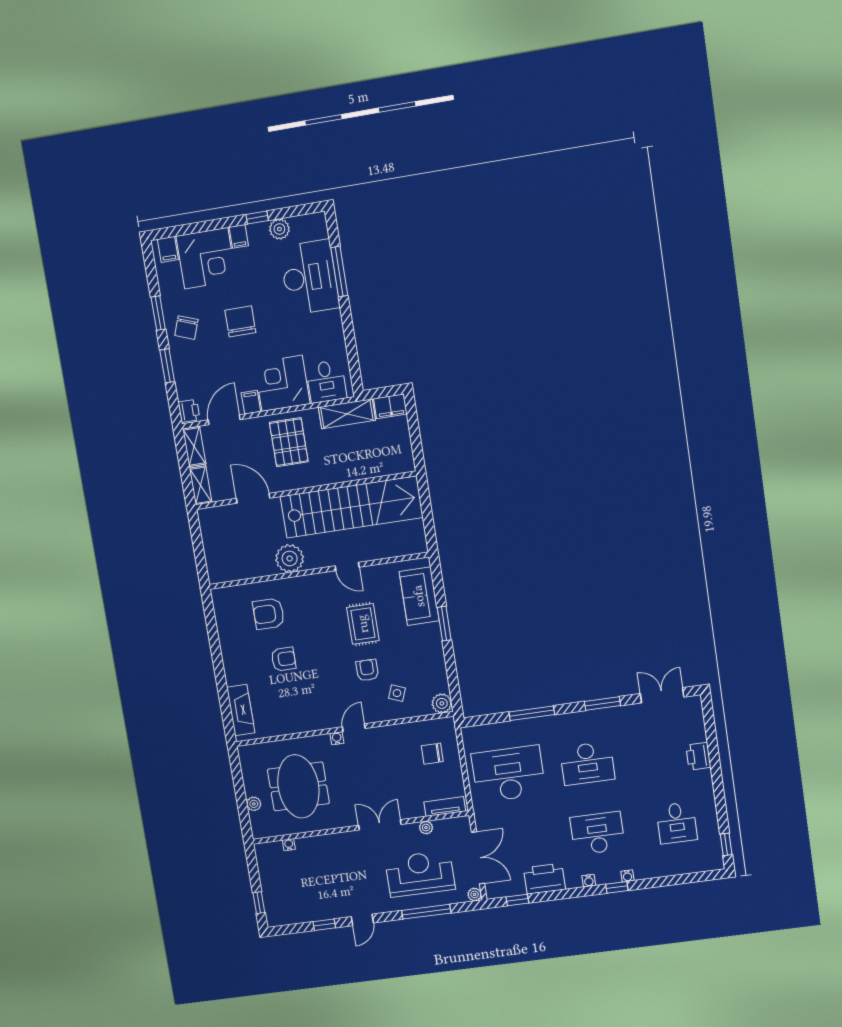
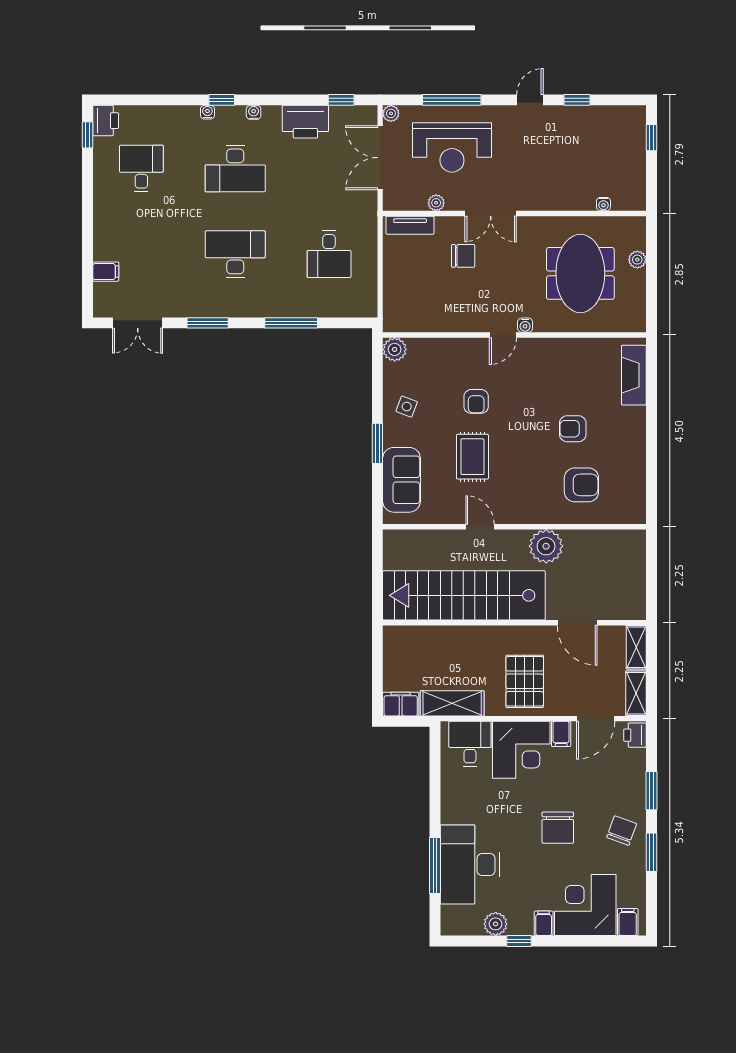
side table: (397, 693) -> (407, 407), moved
filing cabinet: (695, 734) -> (106, 272), added
chair: (432, 754) -> (463, 256), moved
printer: (698, 756) -> (106, 121), moved
desk: (509, 774) -> (329, 254), width x0.53, depth x0.77

